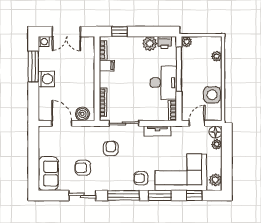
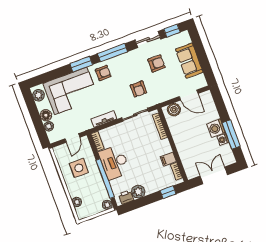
washing machine: (43, 42) -> (223, 140), moved
side table: (212, 95) -> (79, 168), moved
floor lamp: (216, 132) -> (46, 115), moved
sofa: (48, 173) -> (189, 61), moved
window: (194, 195) -> (172, 31), moved

